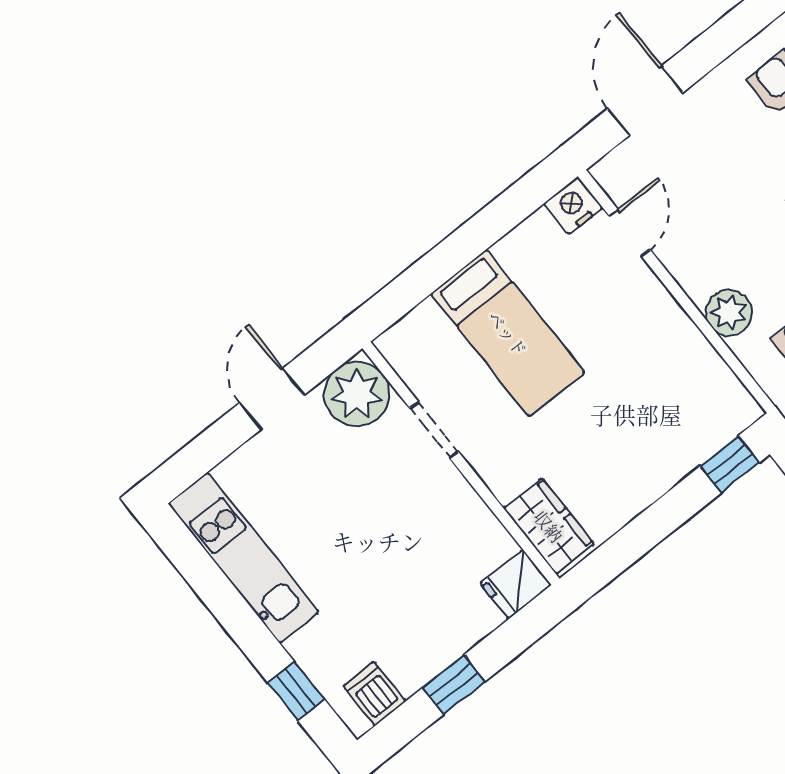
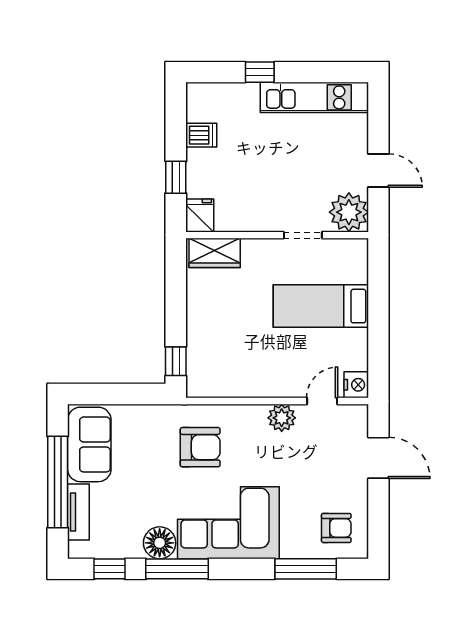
door: (630, 233) -> (322, 401), swing flipped
plant: (729, 313) -> (282, 418), moved
window: (454, 685) -> (176, 177), moved
window: (296, 691) -> (260, 72), moved
dishwasher: (374, 694) -> (201, 135), moved

